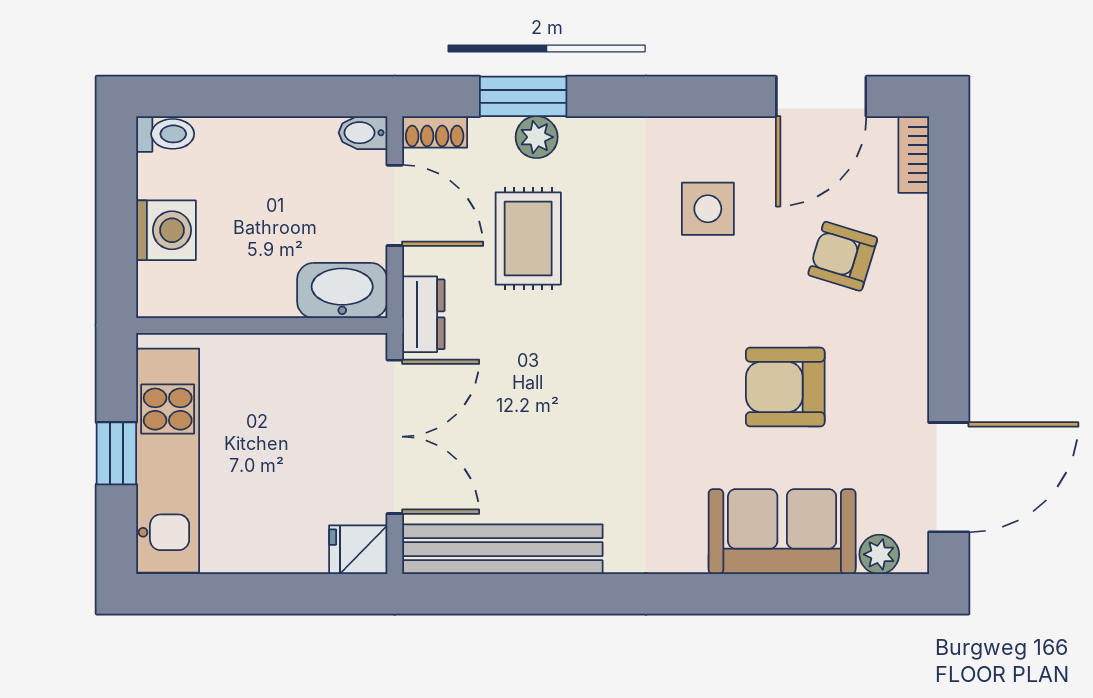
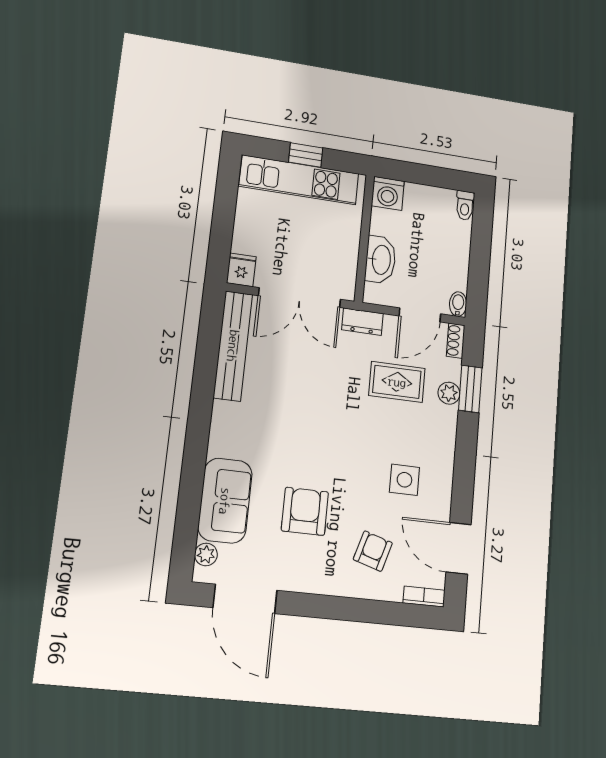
washing machine: (166, 230) -> (388, 193), moved
washbasin: (342, 290) -> (381, 260), moved

